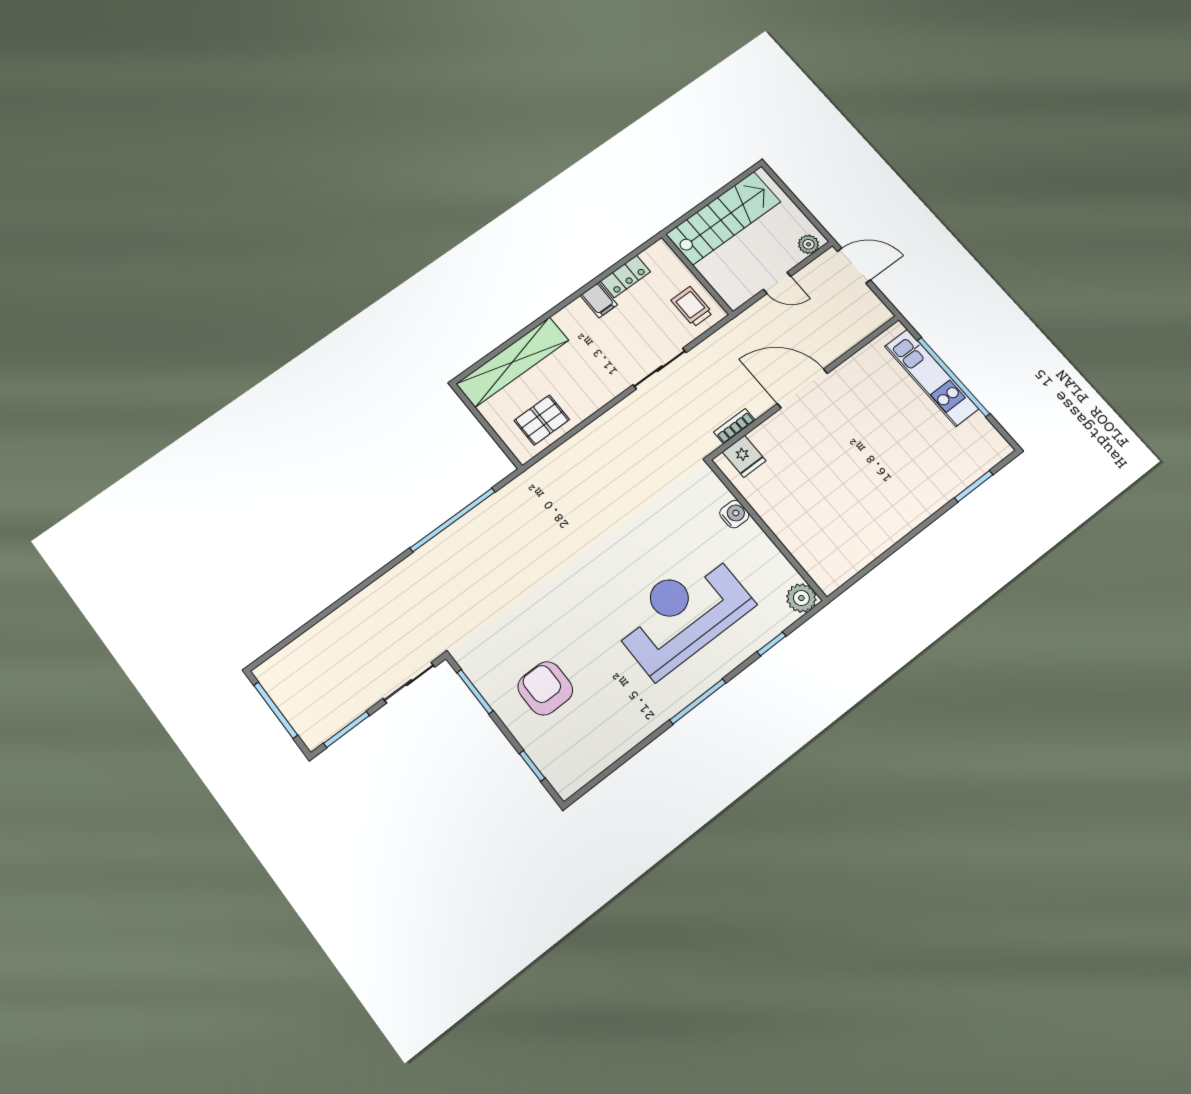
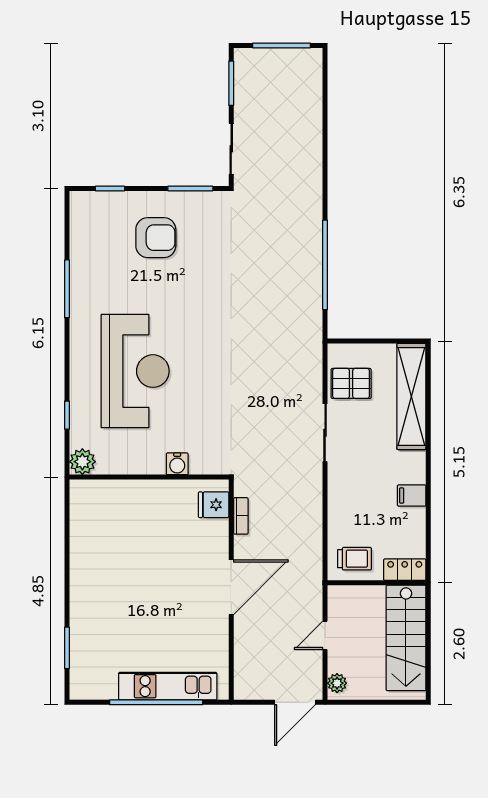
locker: (625, 276) -> (405, 570), moved, turned 90
sliding door: (660, 369) -> (325, 433), moved
pallet: (542, 420) -> (351, 383), turned 90
window: (698, 701) -> (67, 289), moved

